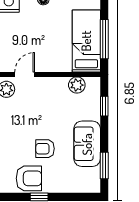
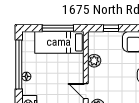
plant: (77, 85) -> (94, 61), moved

